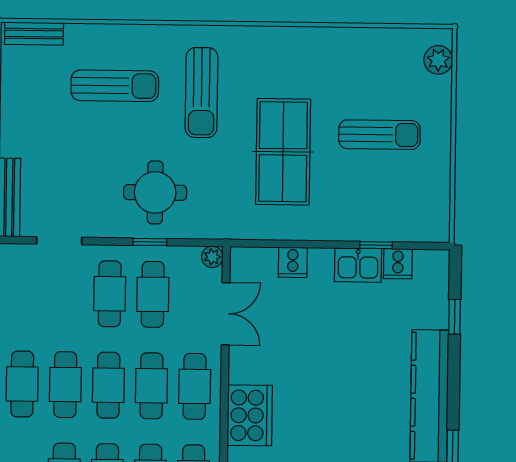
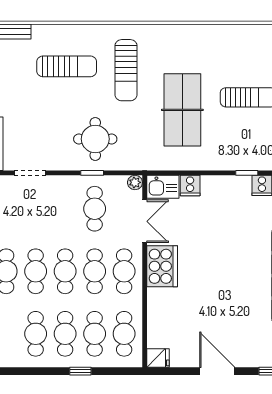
kitchen sink: (358, 265) -> (163, 187), moved
cafe table: (110, 294) -> (65, 209), removed
cooker: (250, 415) -> (162, 266), moved

